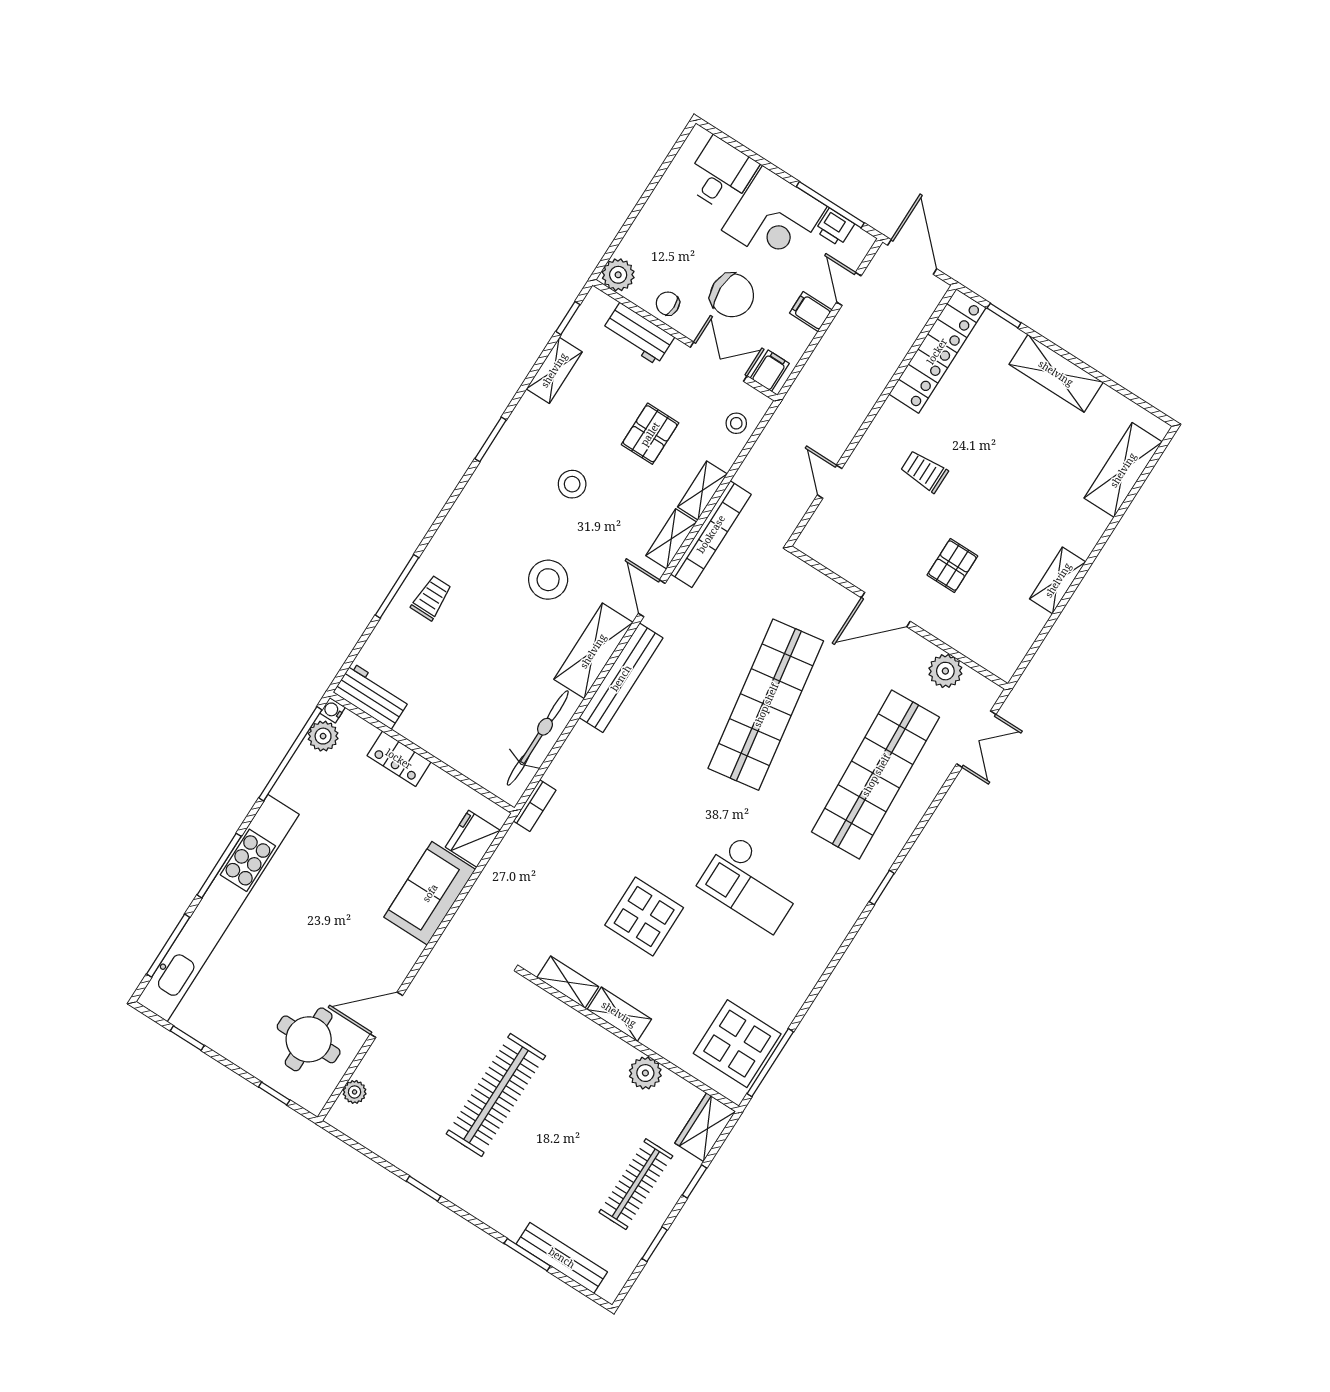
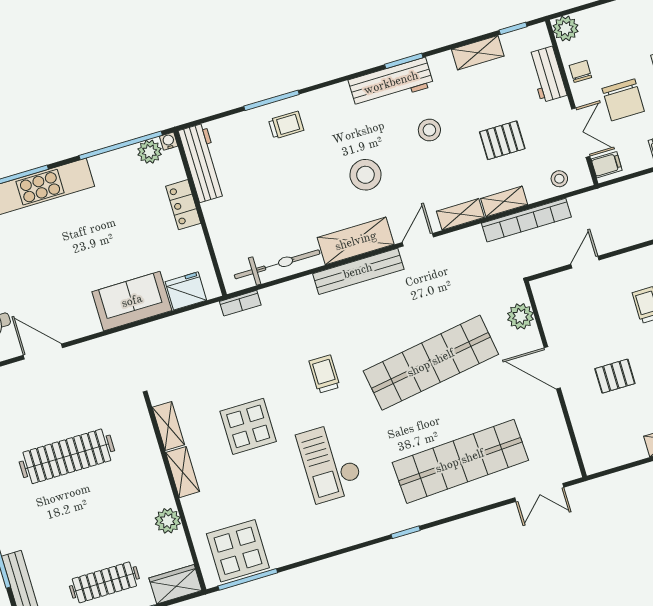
workbench: (497, 471) -> (391, 83), added
bookcase: (711, 534) -> (526, 220), moved
plant: (945, 671) -> (520, 316), moved
workbench: (372, 696) -> (202, 163), width x1.38
trolley: (674, 804) -> (324, 374), added

